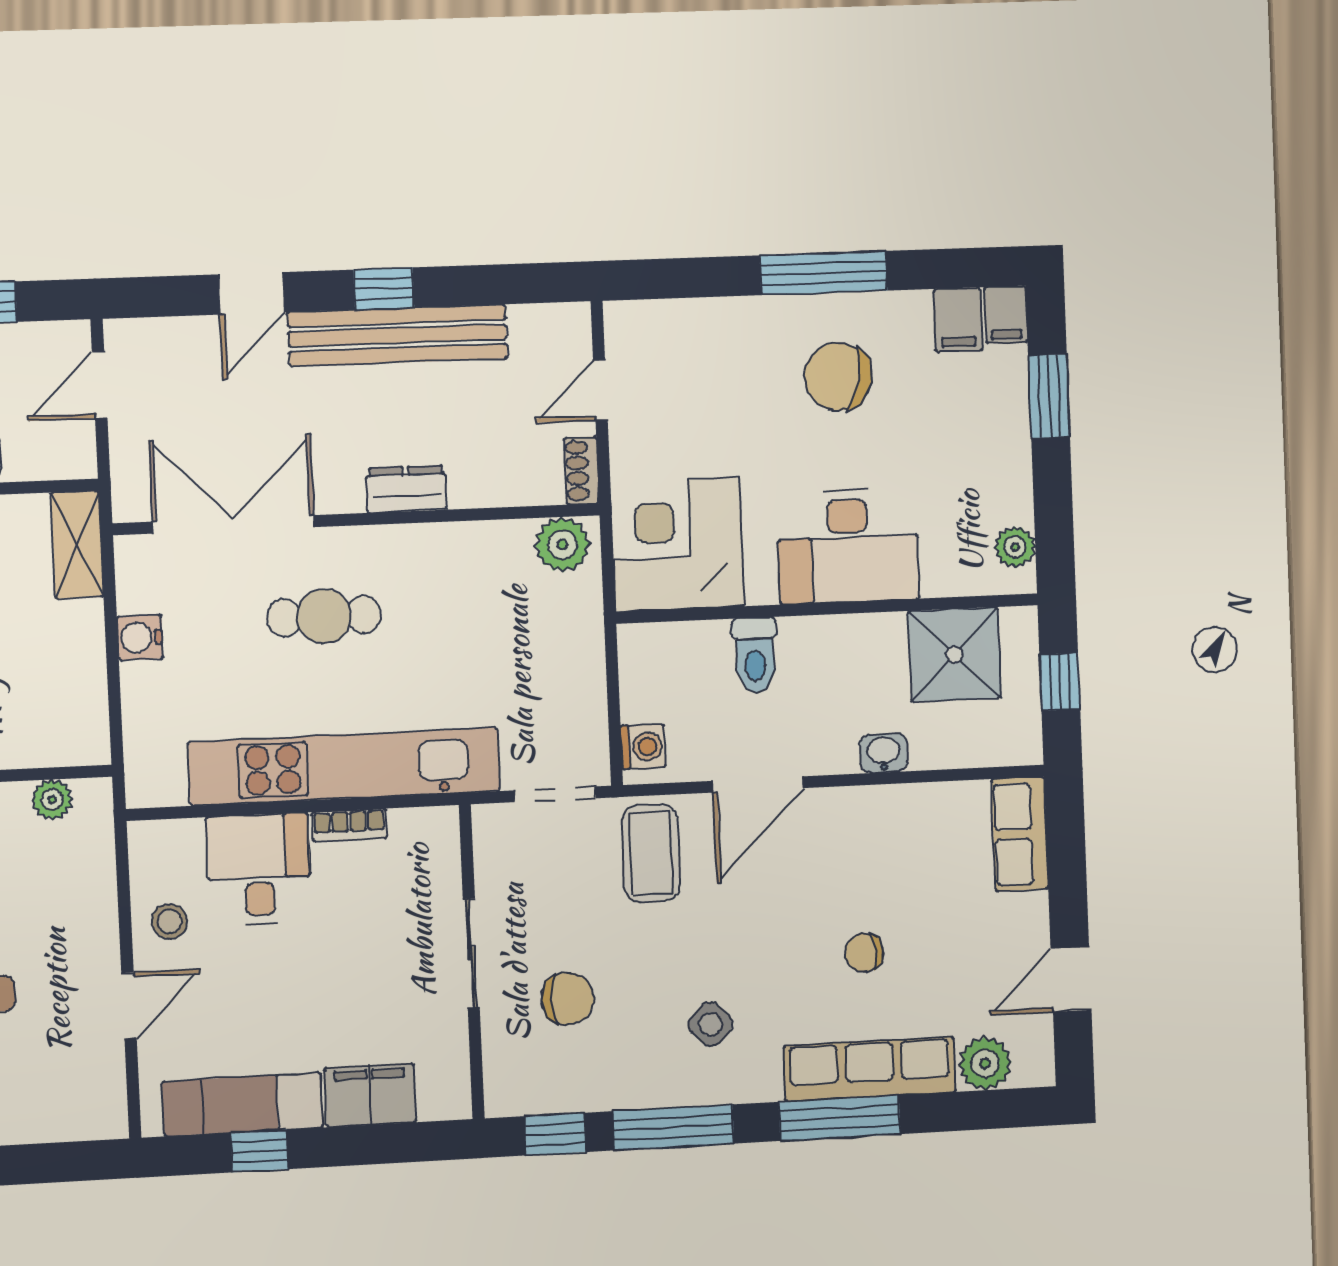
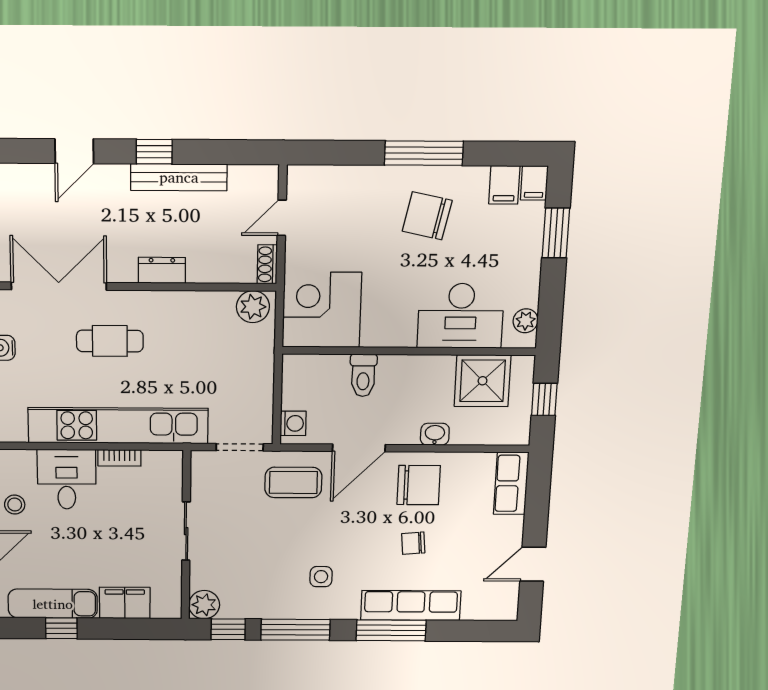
bench: (398, 335) -> (179, 177), width x0.73, depth x0.82
desk: (848, 546) -> (461, 316), moved
coffee table: (651, 853) -> (293, 482), turned 90
chair: (568, 999) -> (419, 485), moved, width x1.37, depth x1.37
side table: (711, 1024) -> (321, 577), turned 45
plant: (985, 1063) -> (204, 605), moved

